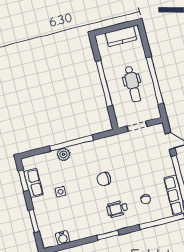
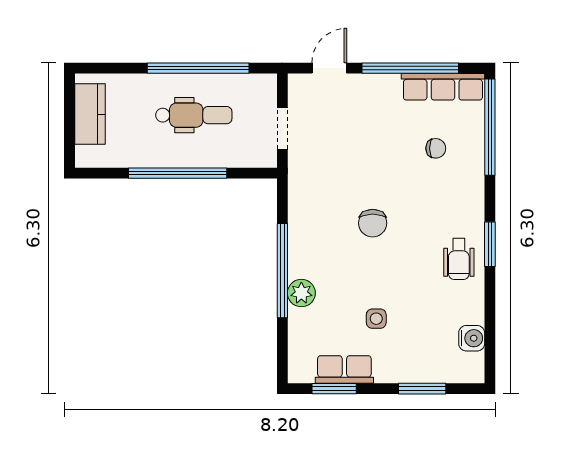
wheelchair: (117, 209) -> (459, 259), moved

